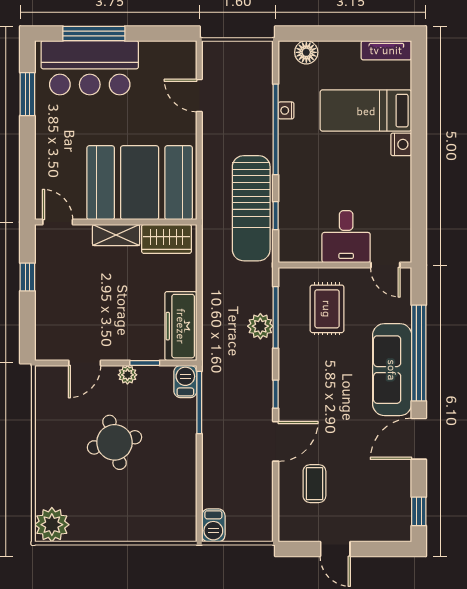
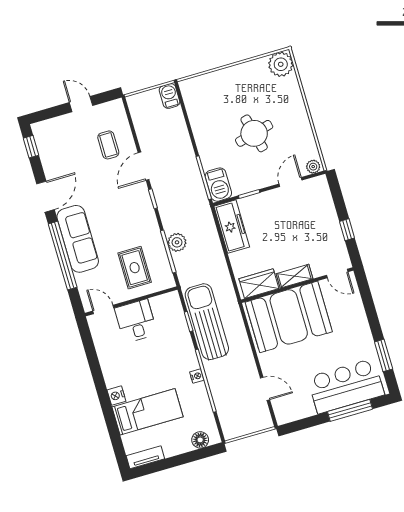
nightstand: (286, 110) -> (197, 376), moved
plant: (127, 375) -> (313, 167), moved
barbecue: (185, 382) -> (218, 185), width x1.38, depth x1.27

